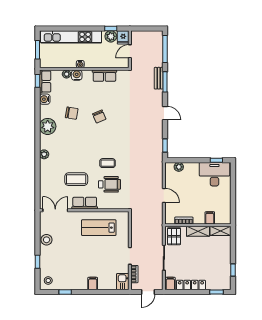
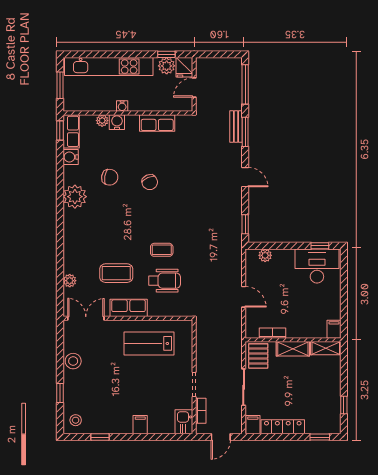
plant: (44, 154) -> (70, 281), moved
filing cabinet: (210, 218) -> (334, 329), moved

